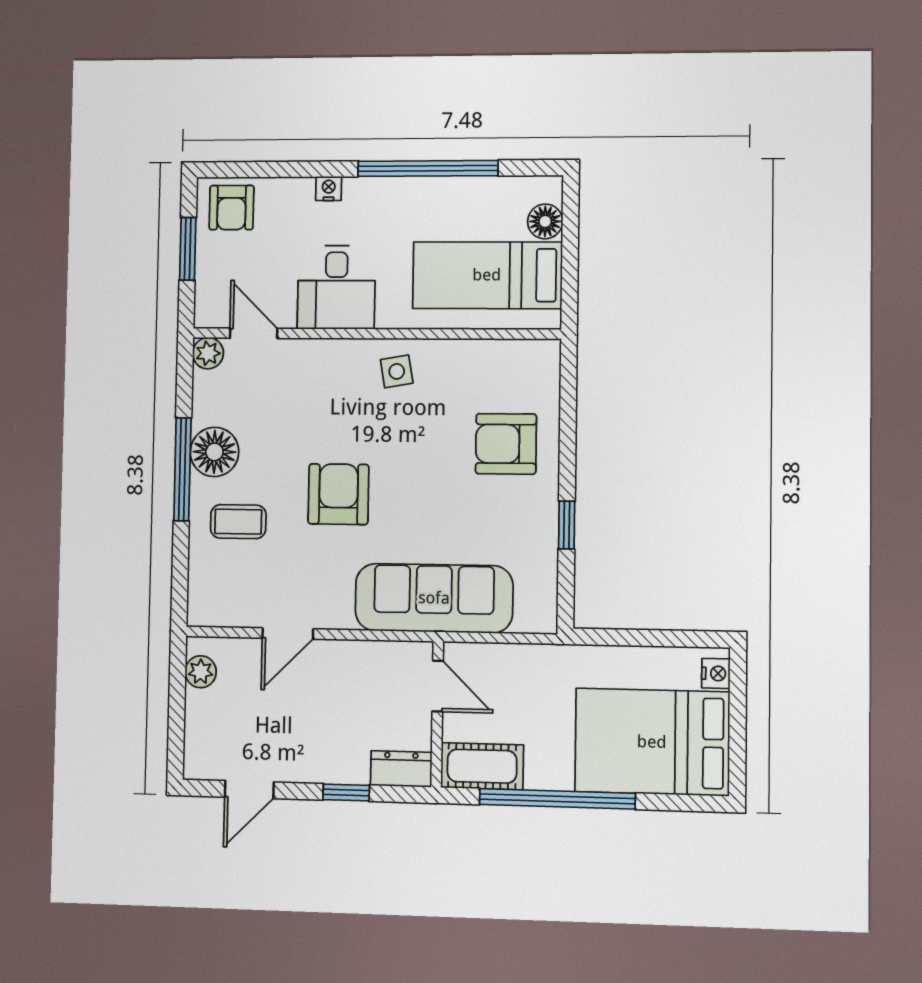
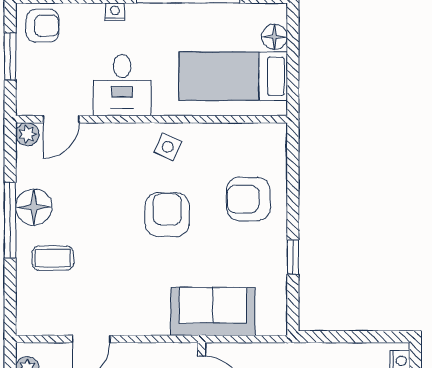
armchair: (231, 208) -> (42, 26), turned -90
door: (254, 333) -> (61, 119), swing flipped
side table: (397, 371) -> (168, 147), turned 33
armchair: (338, 494) -> (167, 215), moved
sofa: (434, 598) -> (213, 311), width x0.73

